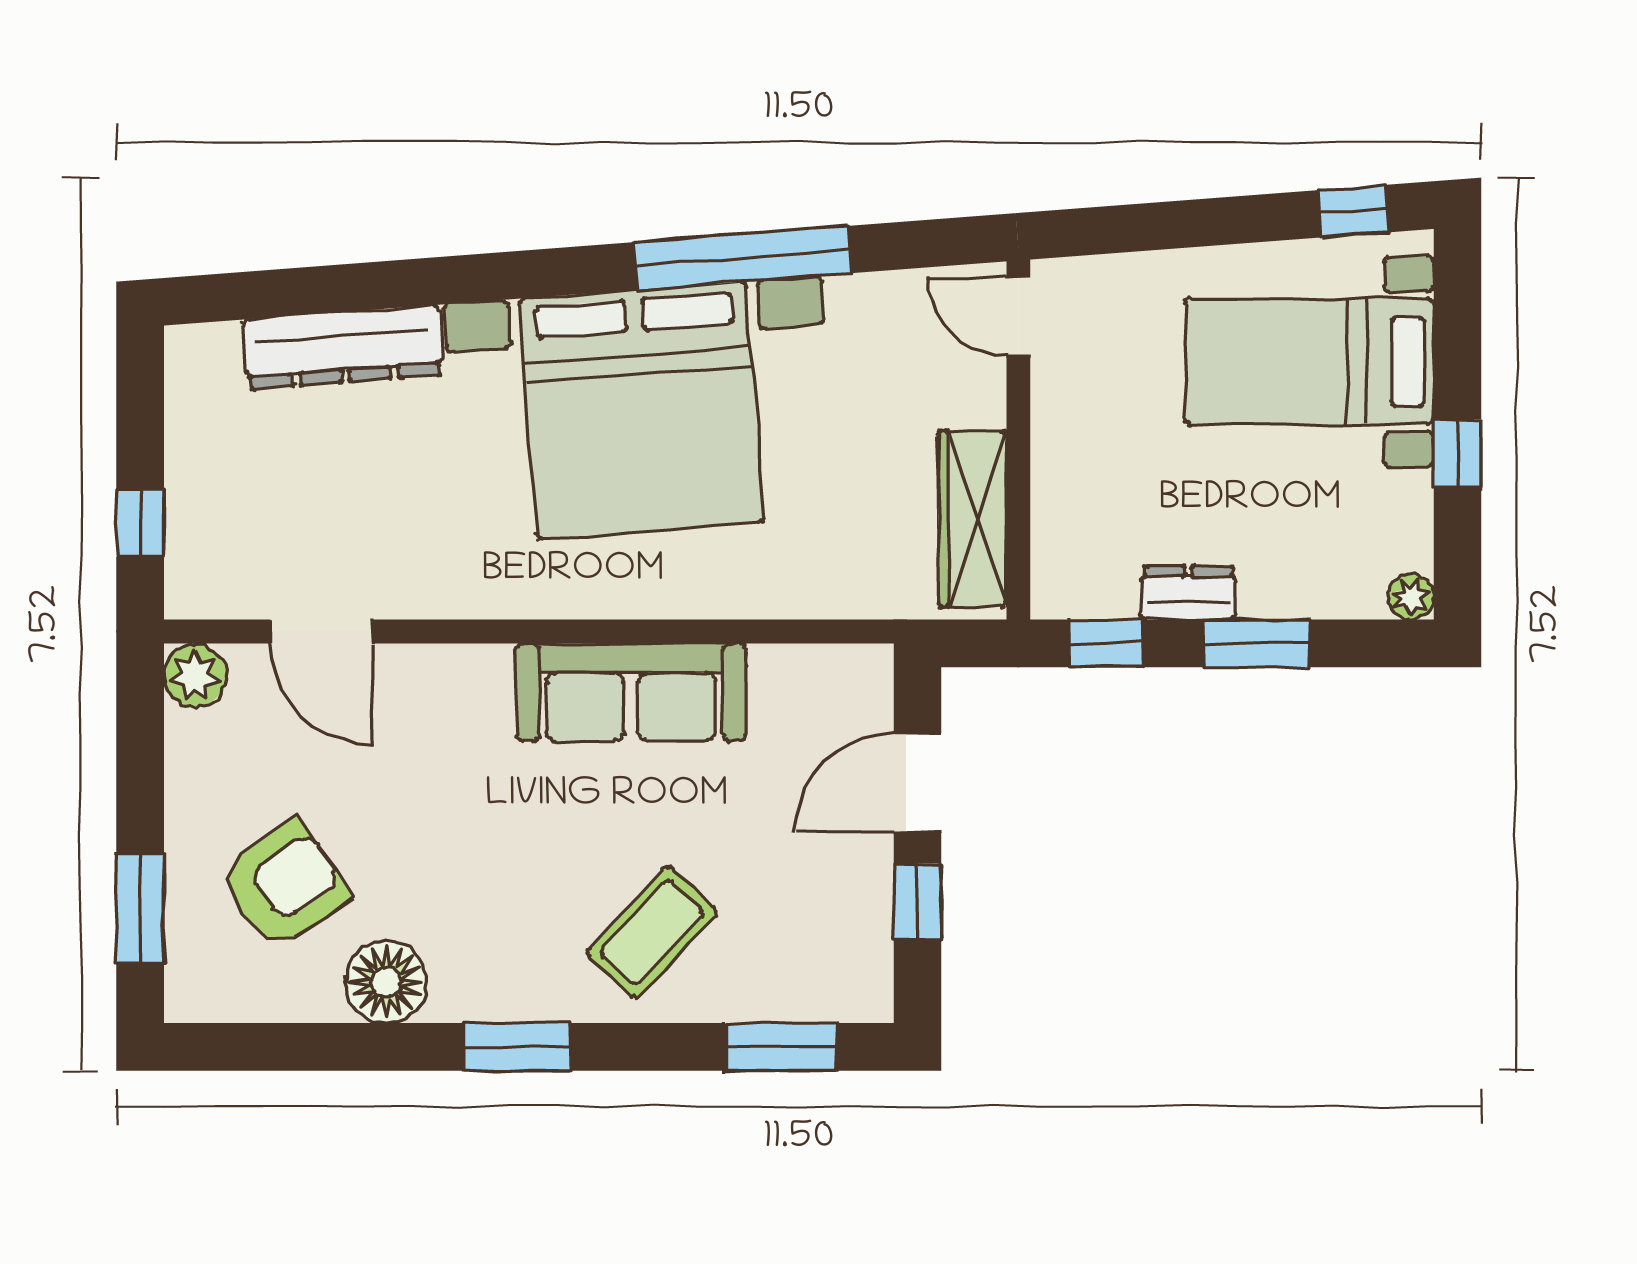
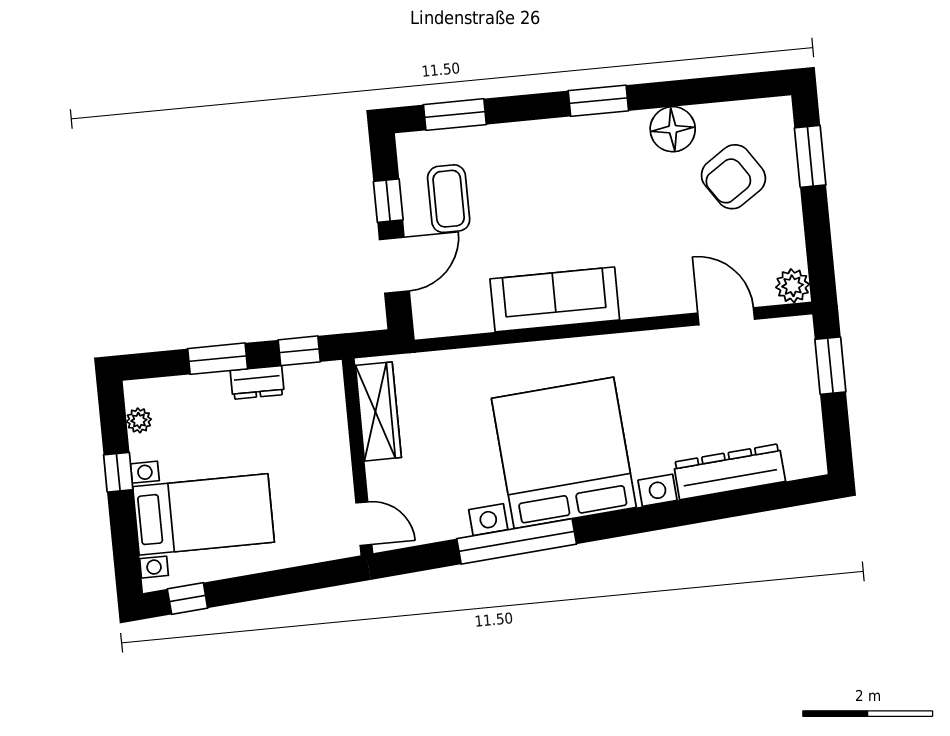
window: (140, 523) -> (830, 366), width x1.50
plant: (1411, 597) -> (139, 420), moved
coffee table: (652, 932) -> (449, 199), moved, turned -43

